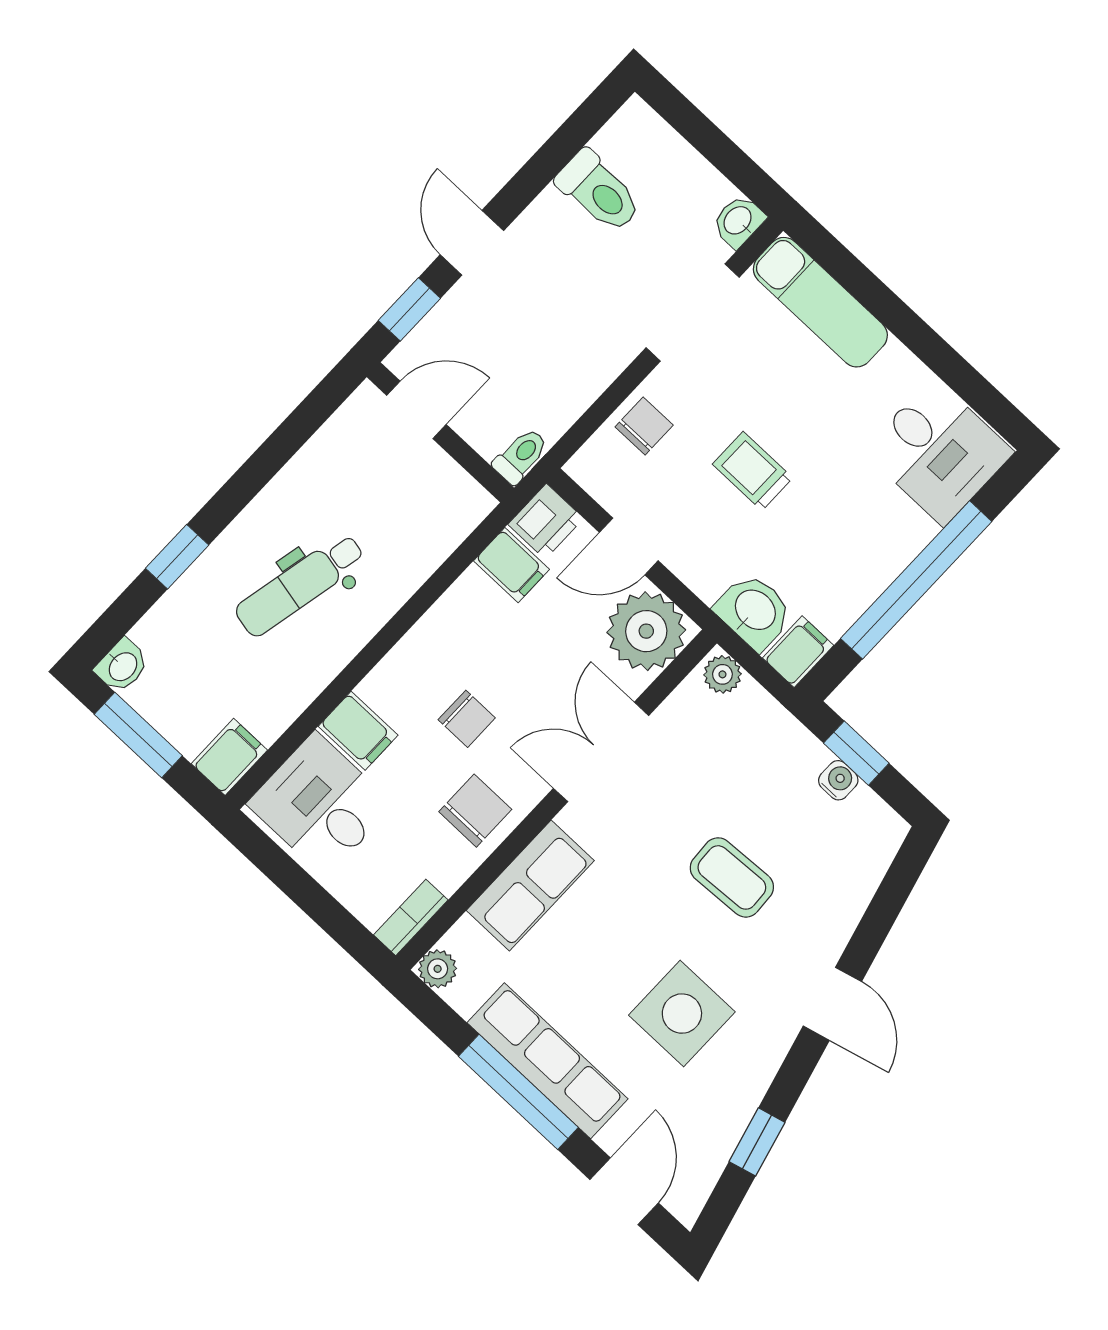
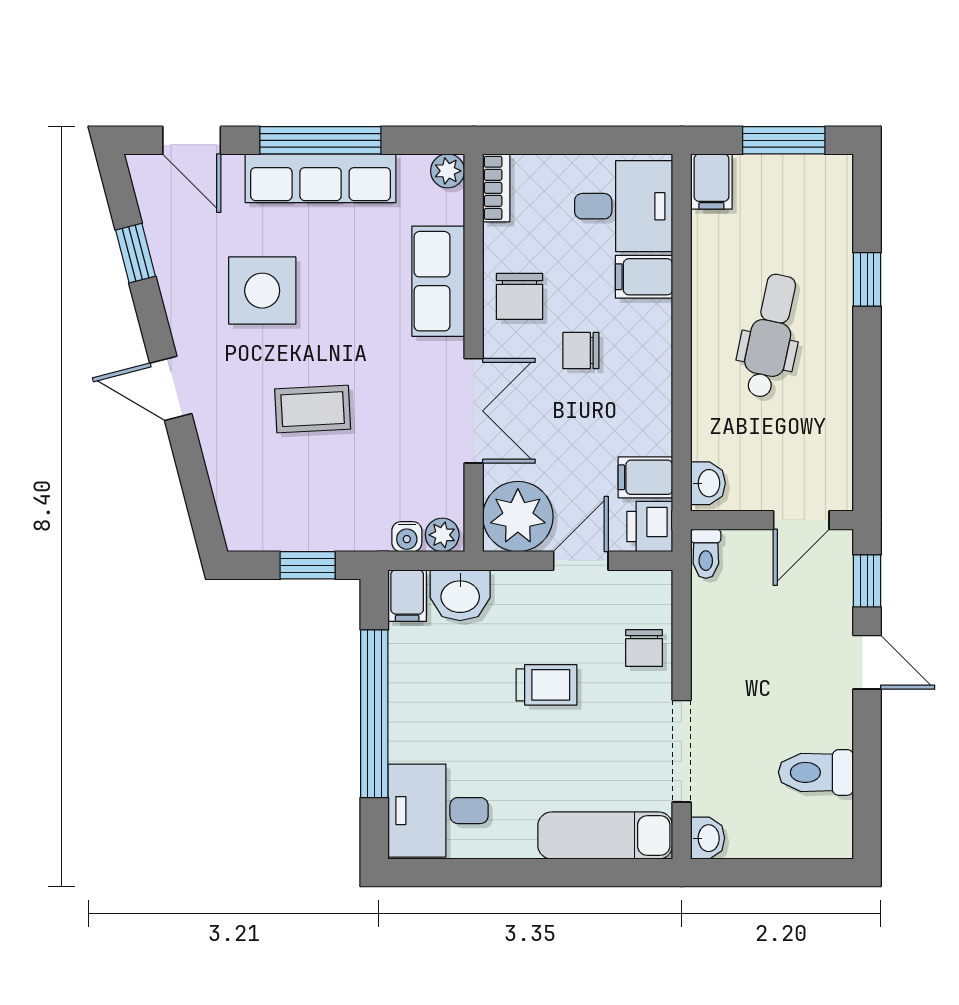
washbasin: (122, 666) -> (708, 483), moved, turned 180
water cooler: (838, 780) -> (407, 537), moved

